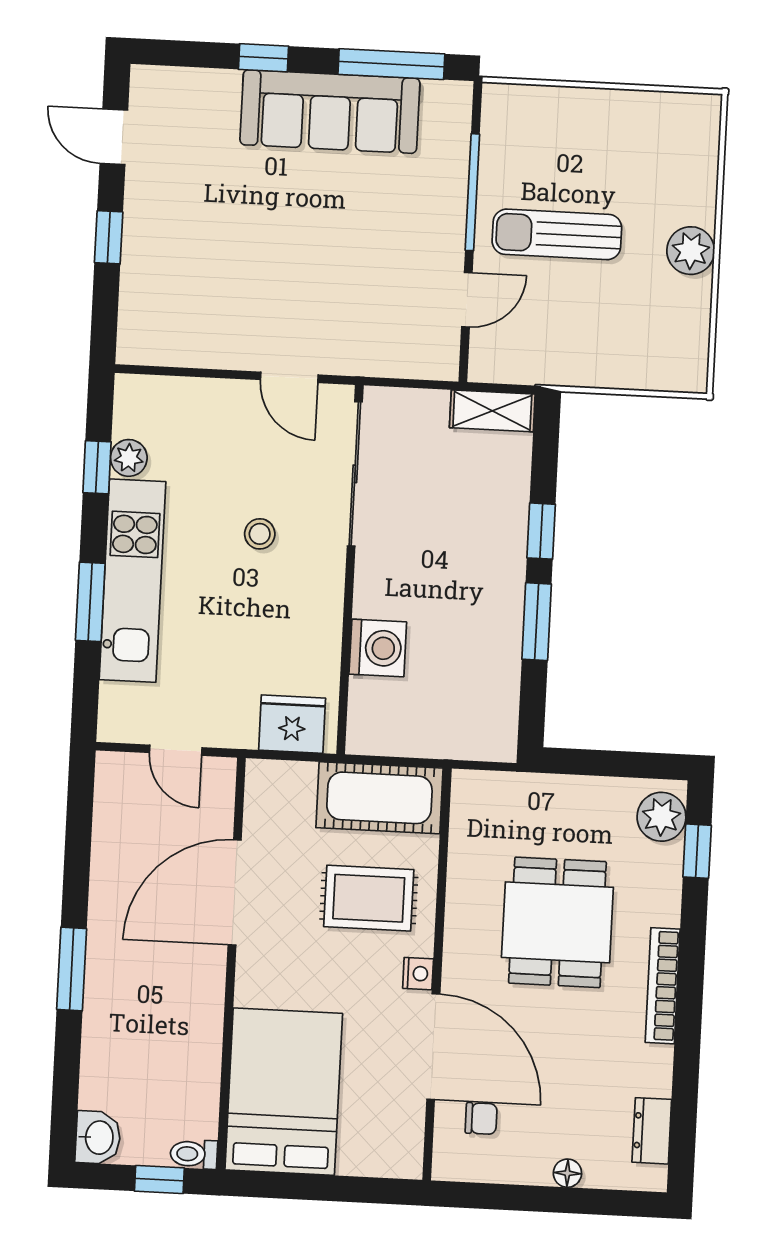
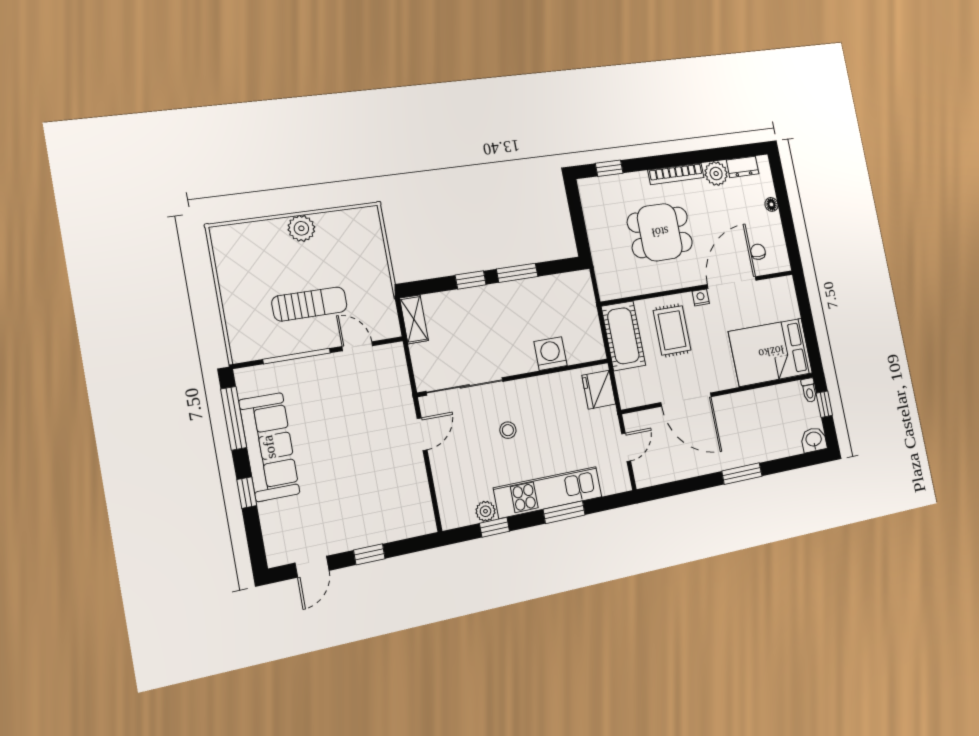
sun lounger: (557, 234) -> (310, 304), turned -90
plant: (661, 817) -> (716, 174), moved

